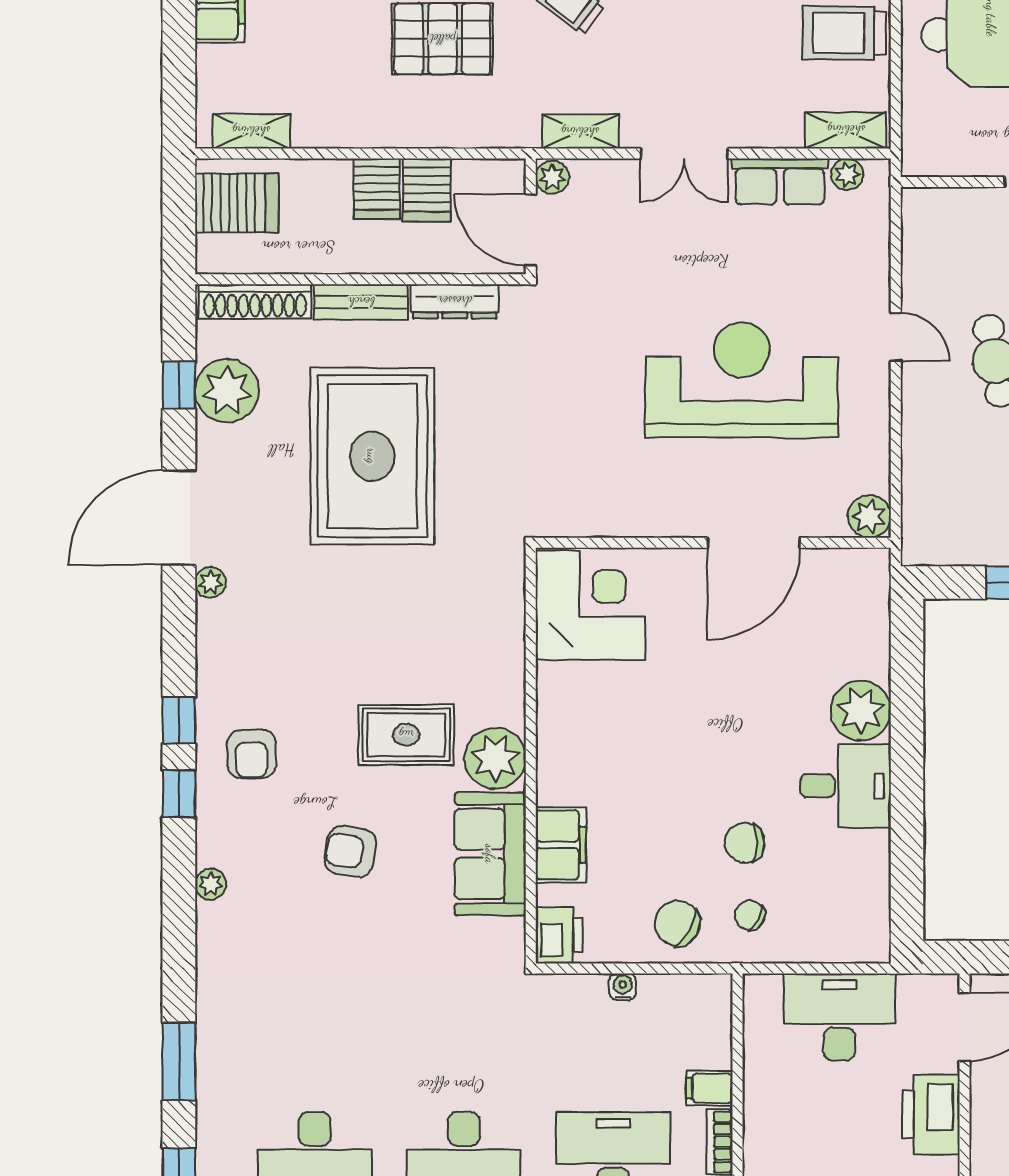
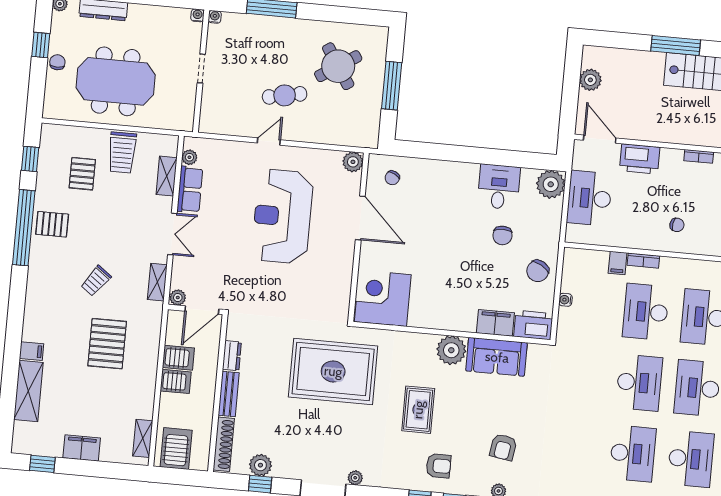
shelving: (846, 130) -> (167, 176), moved
dresser: (455, 301) -> (232, 356), width x0.70
plant: (227, 391) -> (260, 465), width x0.73, depth x0.73
rug: (372, 456) -> (333, 371), moved
plant: (861, 711) -> (551, 184), moved
rug: (406, 735) -> (418, 410), moved
desk: (846, 786) -> (499, 187), moved
armchair: (350, 852) -> (503, 447), moved
chair: (750, 915) -> (392, 178), moved
printer: (559, 935) -> (533, 325), width x1.37, depth x1.19

